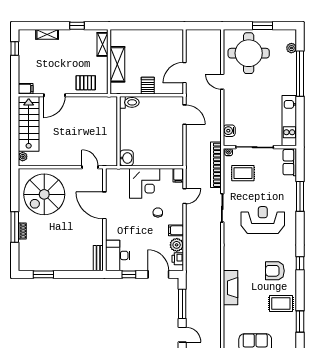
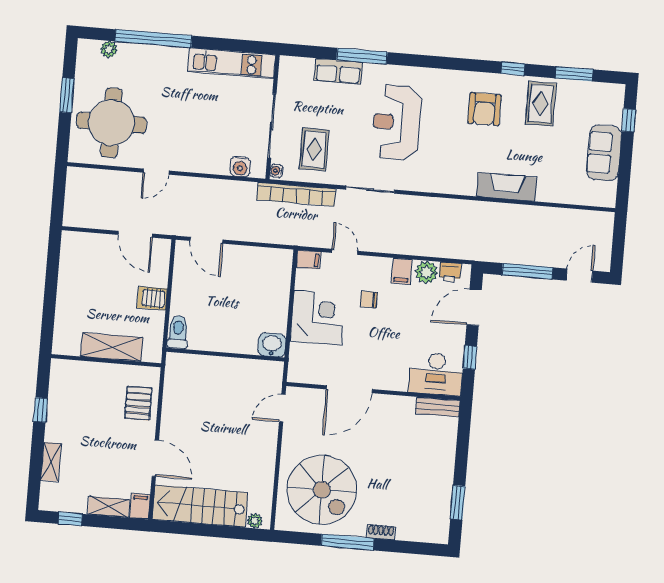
shelving: (102, 44) -> (109, 507), moved
door: (184, 115) -> (207, 240), swing flipped
row of seats: (290, 162) -> (338, 71), moved
window: (15, 227) -> (348, 542), moved
window: (300, 263) -> (513, 69), moved

